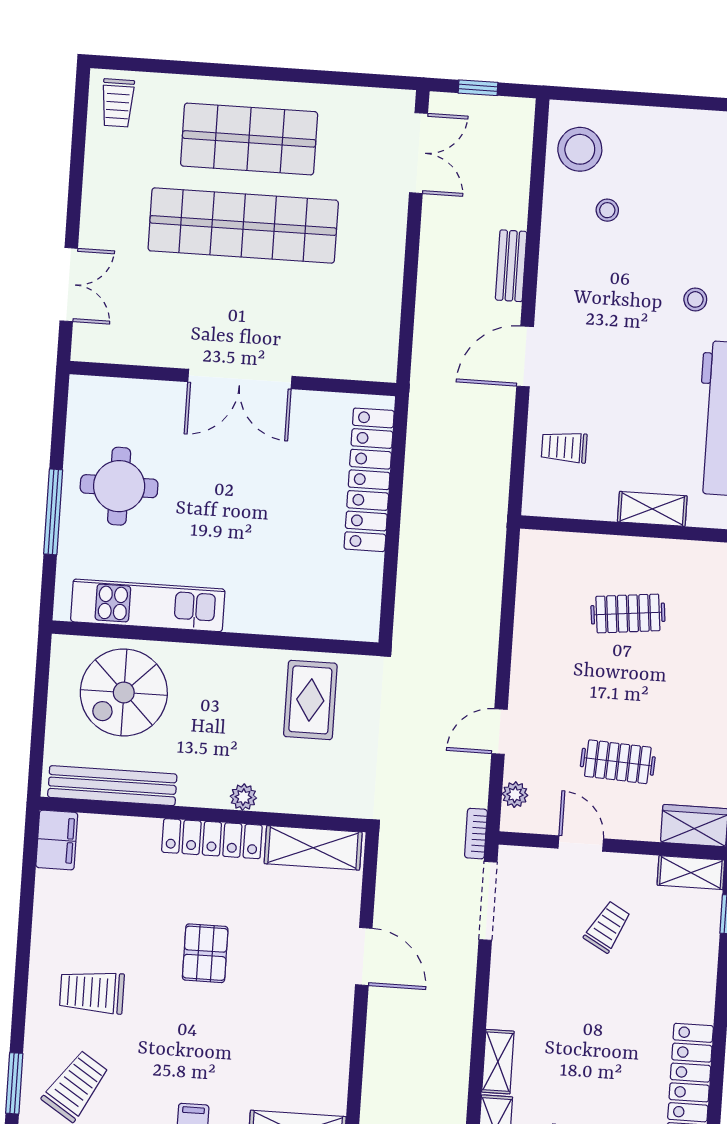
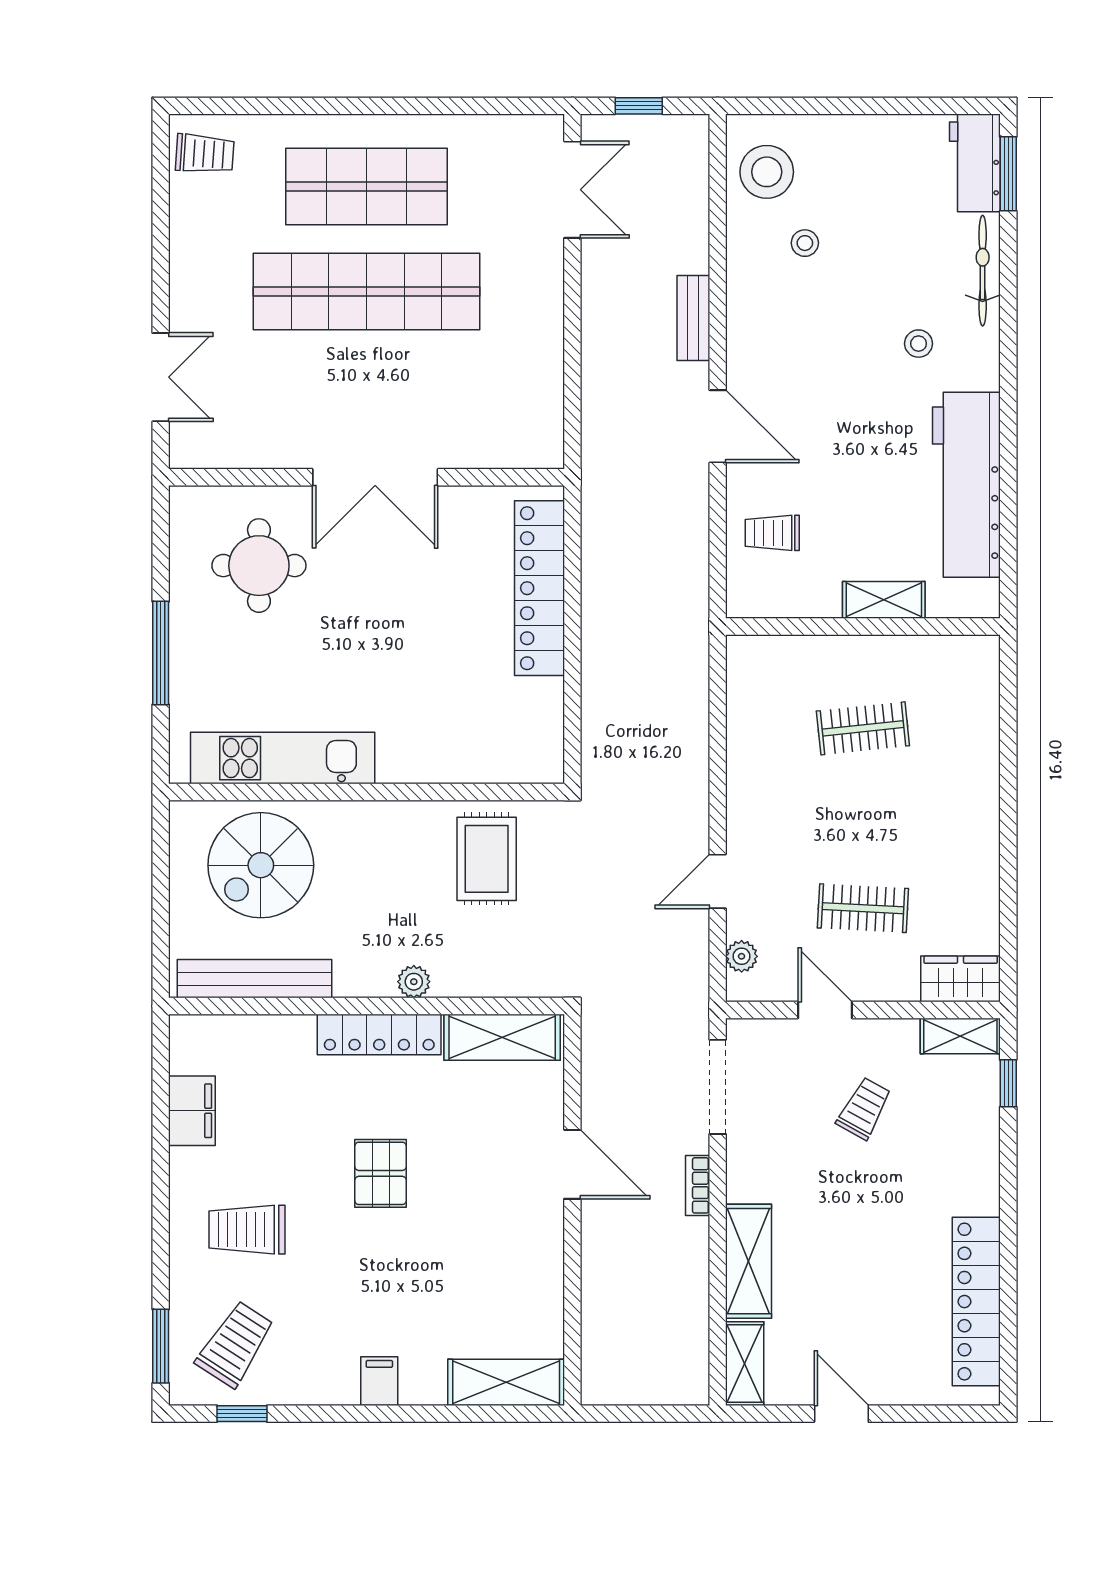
trolley: (118, 103) -> (205, 154), turned -86
door: (525, 356) -> (718, 426), swing flipped
round table: (119, 486) -> (259, 566), moved
bookcase: (476, 834) -> (698, 1185), moved
filing cabinet: (57, 840) -> (192, 1111), moved
shelving: (498, 1062) -> (749, 1261), width x1.50, depth x1.33

